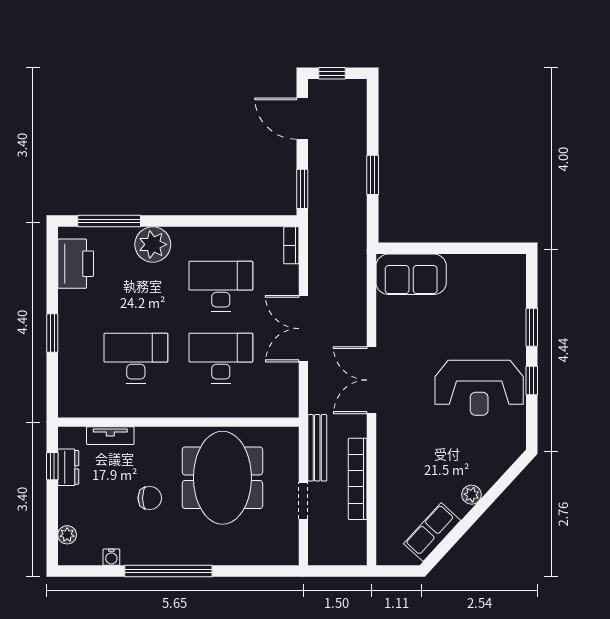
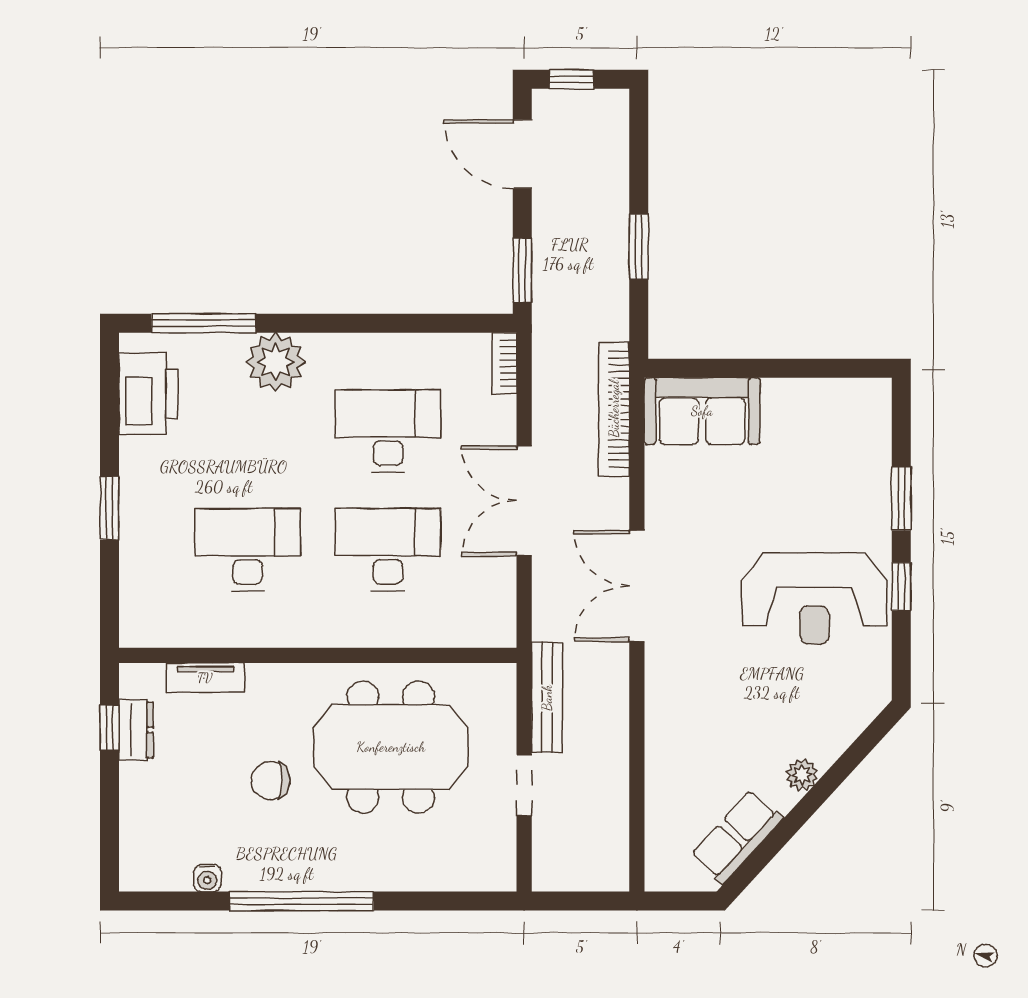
meeting table: (222, 478) -> (391, 747), turned 90
bookcase: (358, 479) -> (614, 409), moved
chair: (150, 498) -> (271, 781), turned 180
plant: (67, 535) -> (134, 841), removed

